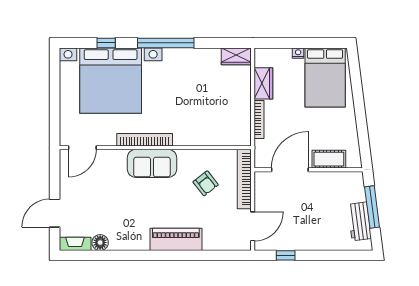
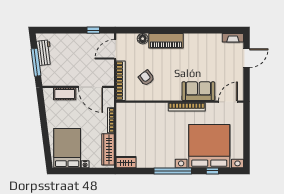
wardrobe: (263, 83) -> (108, 149), width x1.50
sofa: (152, 163) -> (198, 91), moved
door: (290, 170) -> (90, 87), hinge flipped
floor lamp: (100, 243) -> (143, 39), moved

